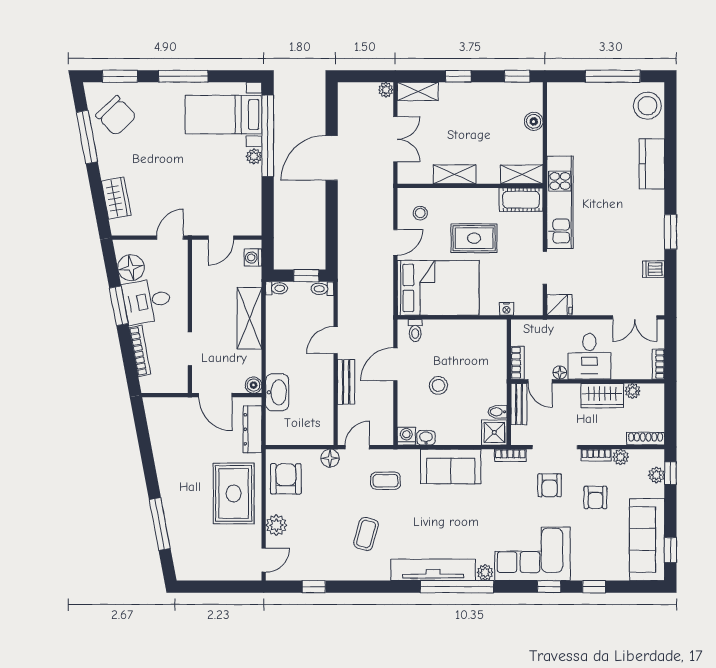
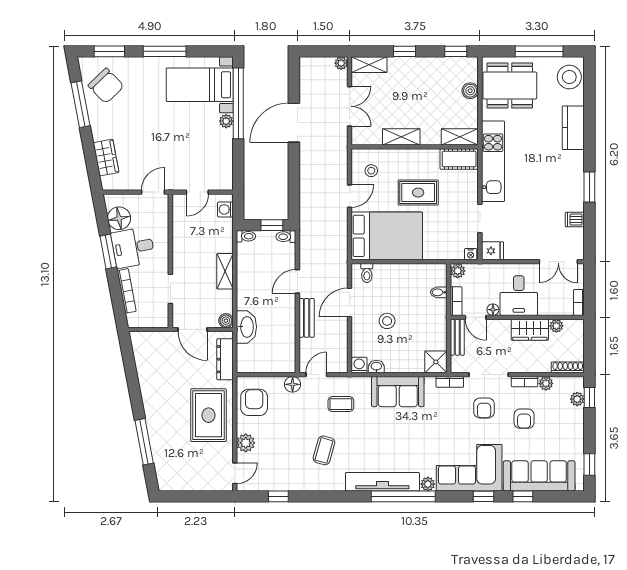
dining table: (579, 115) -> (510, 85), added
nightstand: (506, 309) -> (471, 254), moved
shelving: (249, 318) -> (225, 271), width x0.67, depth x0.75
plant: (519, 328) -> (458, 271), added
bidet: (498, 412) -> (439, 292), moved
sofa: (647, 540) -> (539, 476), moved, turned 90

